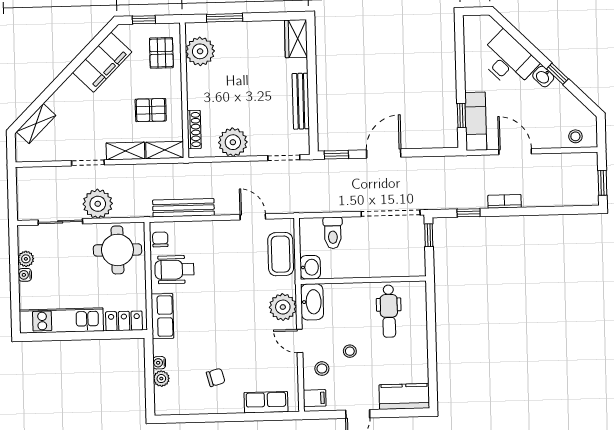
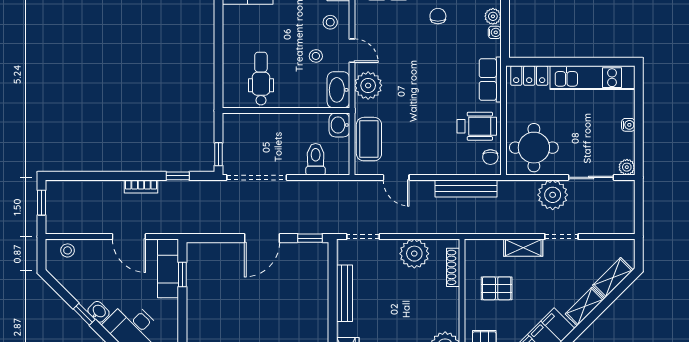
shelving: (165, 150) -> (585, 306), moved, turned -45
plant: (26, 259) -> (627, 167), moved
stool: (350, 351) -> (316, 56), moved
chair: (216, 377) -> (438, 16), turned 105

